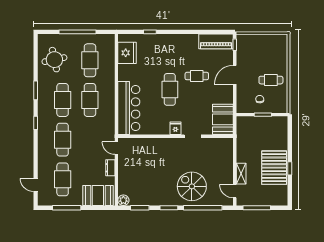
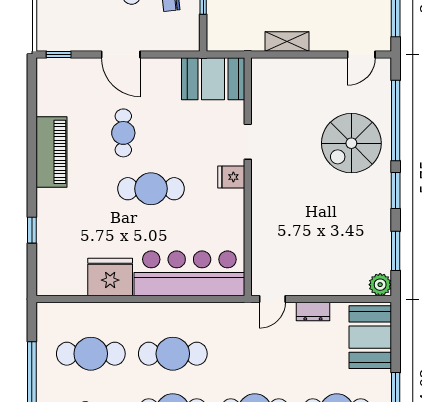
piano: (216, 41) -> (52, 152), moved
fridge: (127, 53) -> (110, 277), moved
shelving: (241, 174) -> (287, 41), moved

